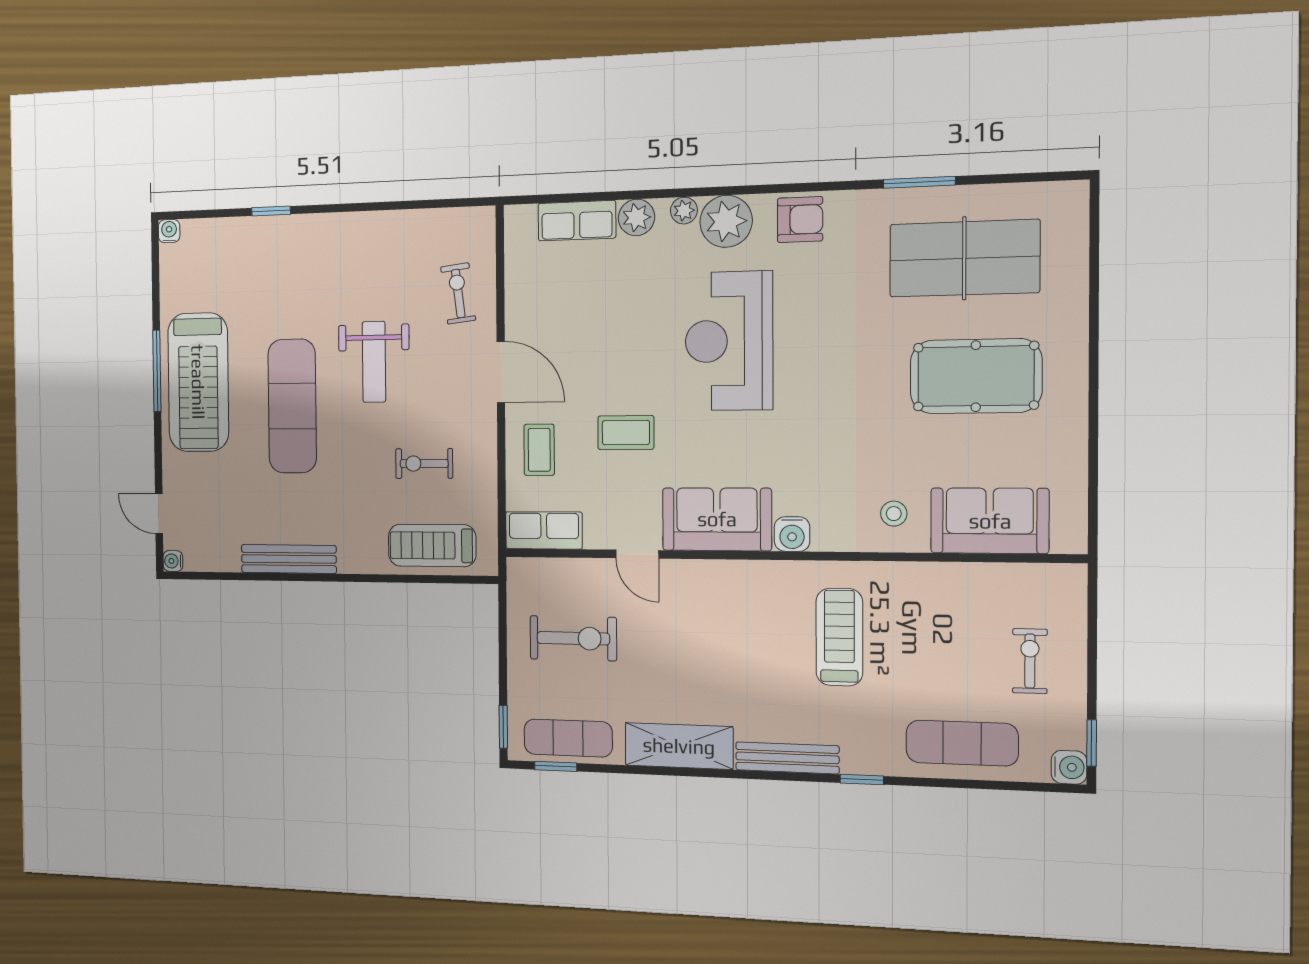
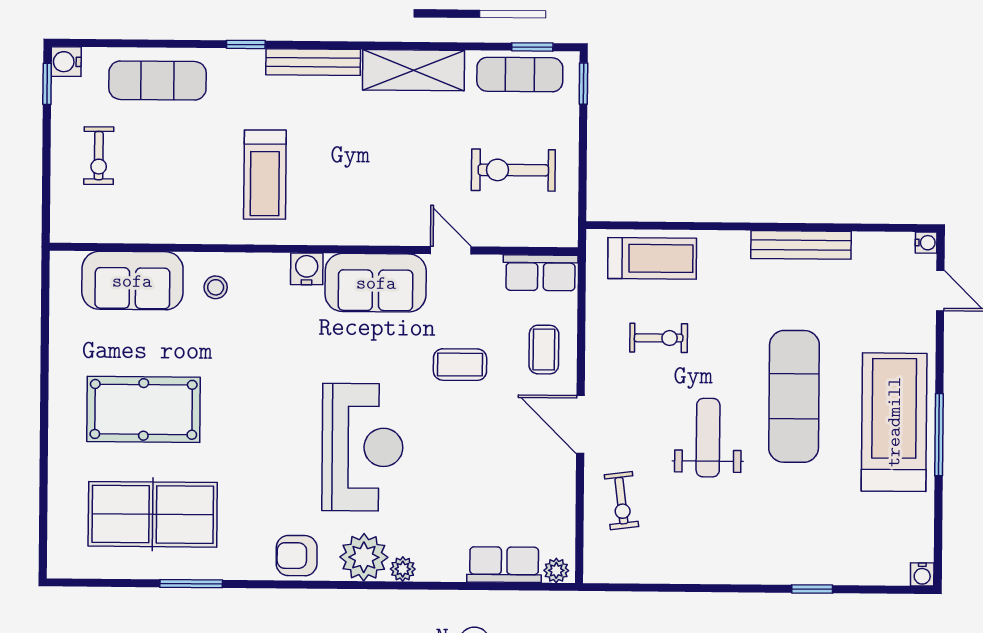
plant: (636, 217) -> (556, 570), moved, width x0.73, depth x0.73

